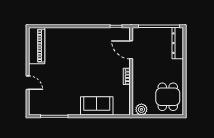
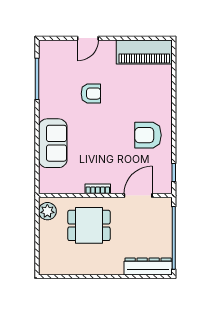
armchair: (91, 43) -> (148, 135), added
armchair: (64, 81) -> (91, 94), added
dining table: (168, 97) -> (89, 225), moved

